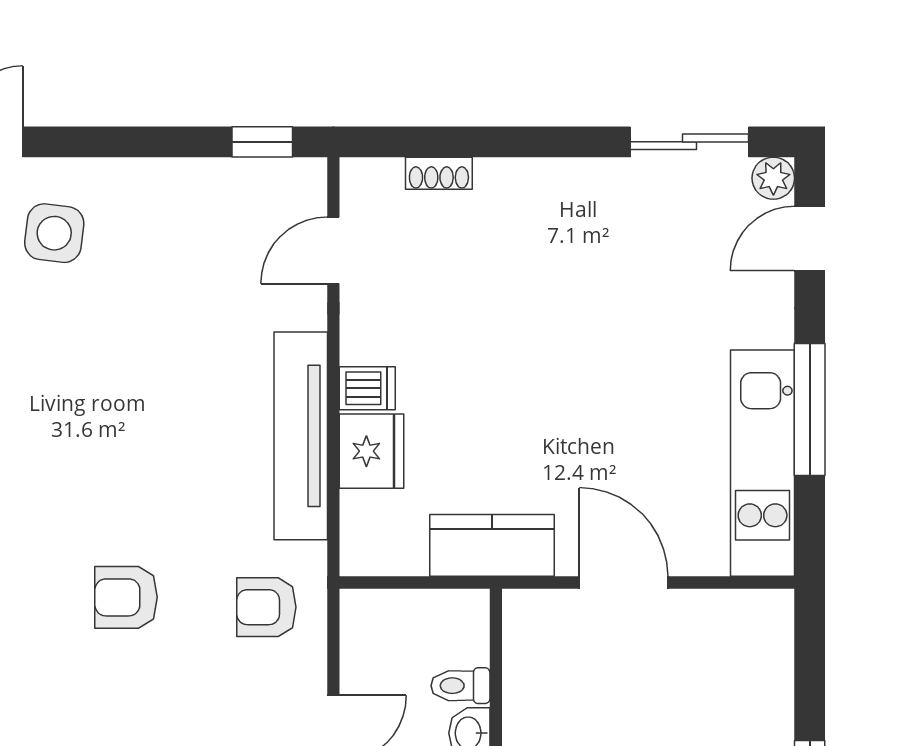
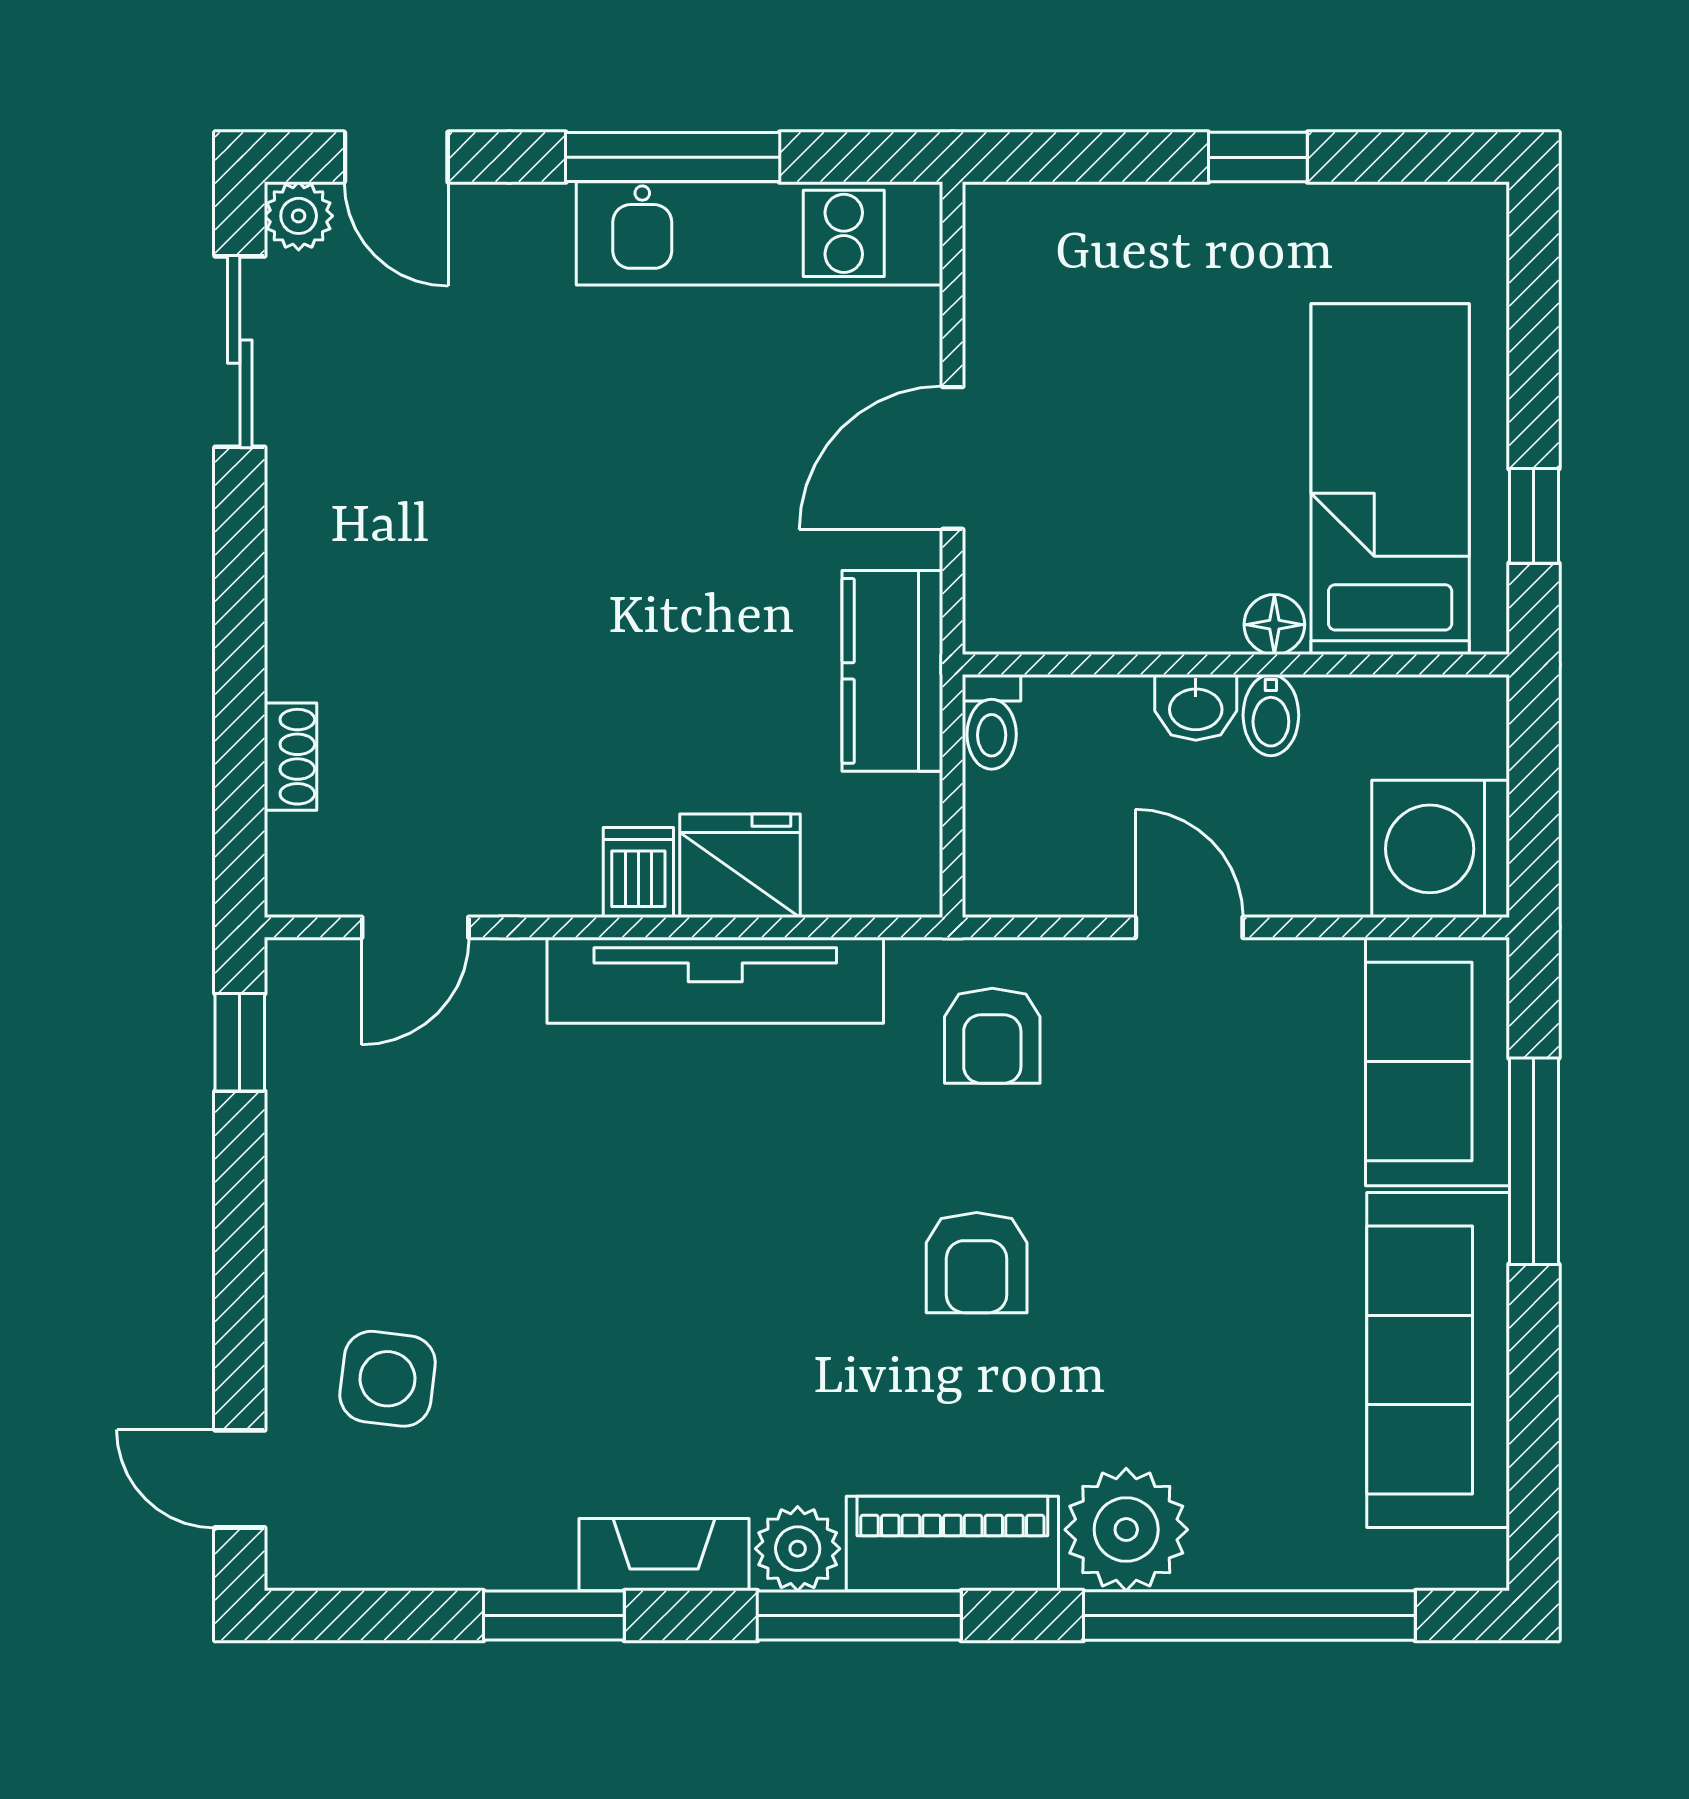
door: (333, 250) -> (415, 927), hinge flipped
toilet: (460, 686) -> (992, 722), moved

